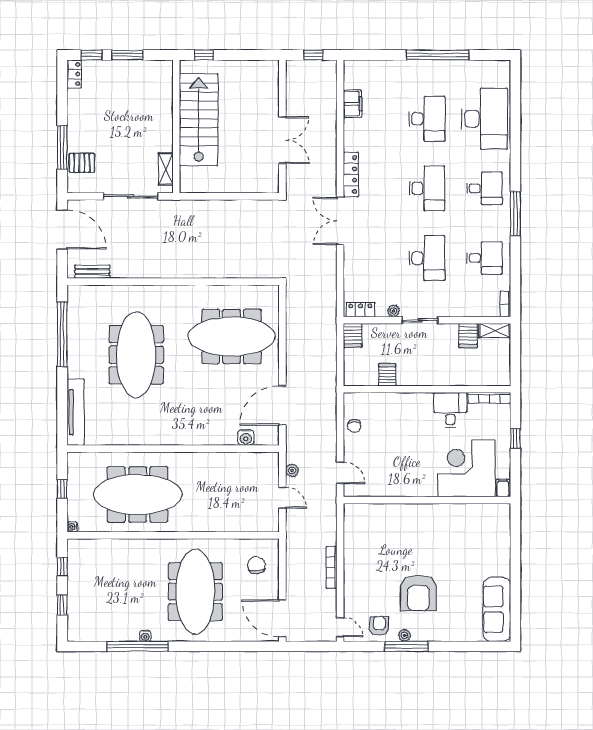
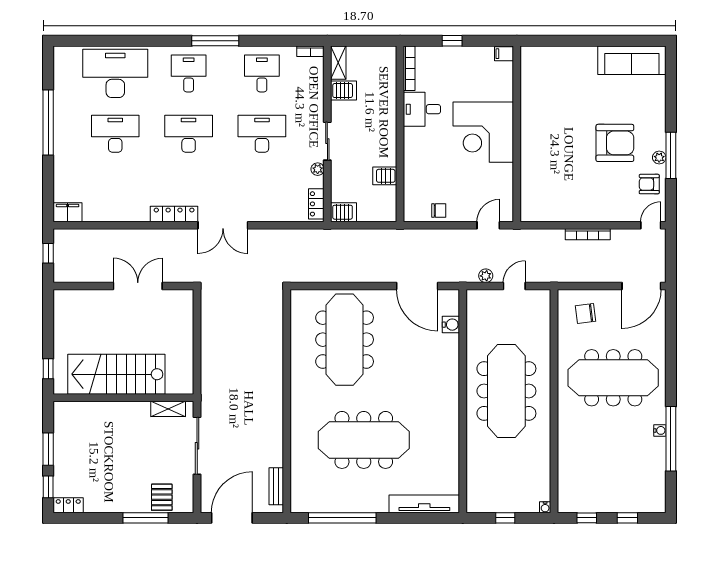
filing cabinet: (352, 104) -> (68, 212), moved
corner desk: (466, 468) -> (483, 132), moved
meeting table: (138, 494) -> (506, 391), moved

